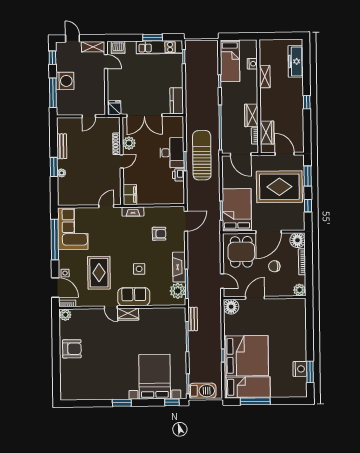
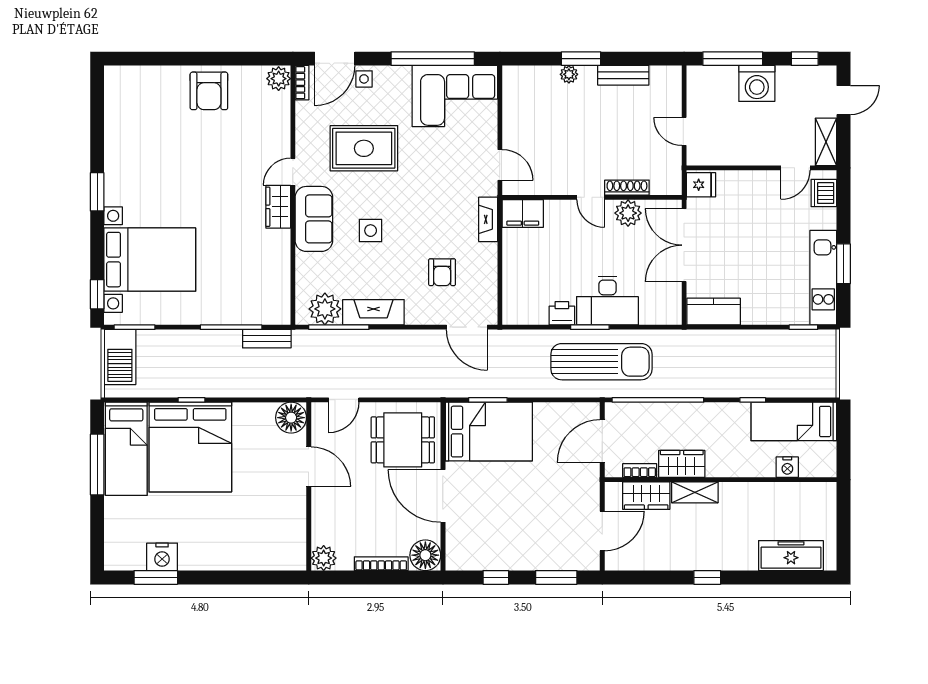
shelving: (265, 77) -> (695, 492), moved
rug: (279, 187) -> (535, 519), removed
chair: (274, 266) -> (373, 507), removed

